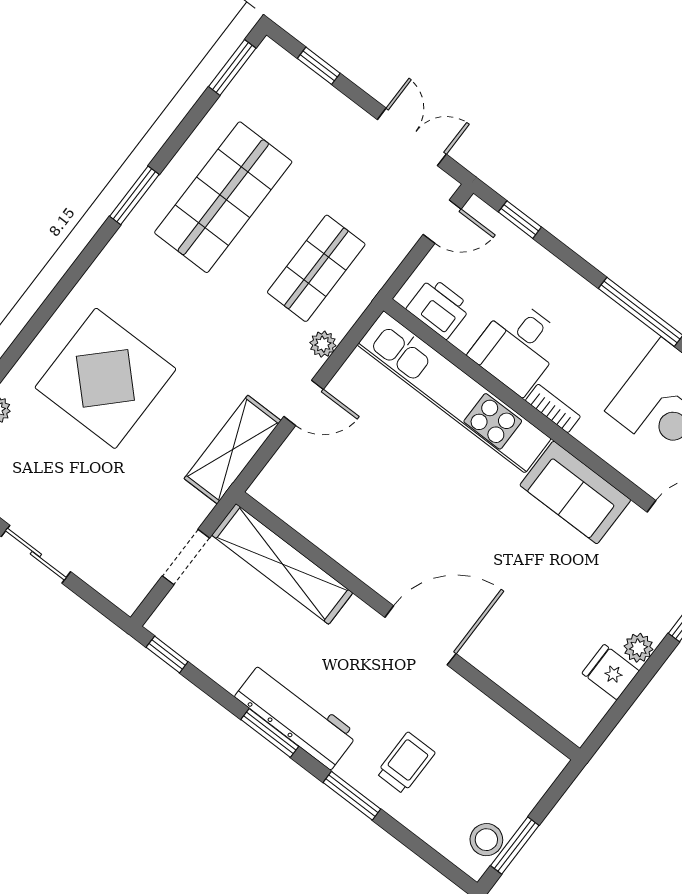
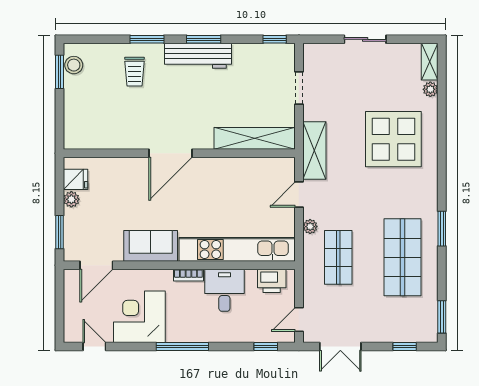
shelving: (282, 564) -> (255, 138), moved
wall: (408, 626) -> (179, 153), moved
door: (420, 635) -> (171, 153), moved

